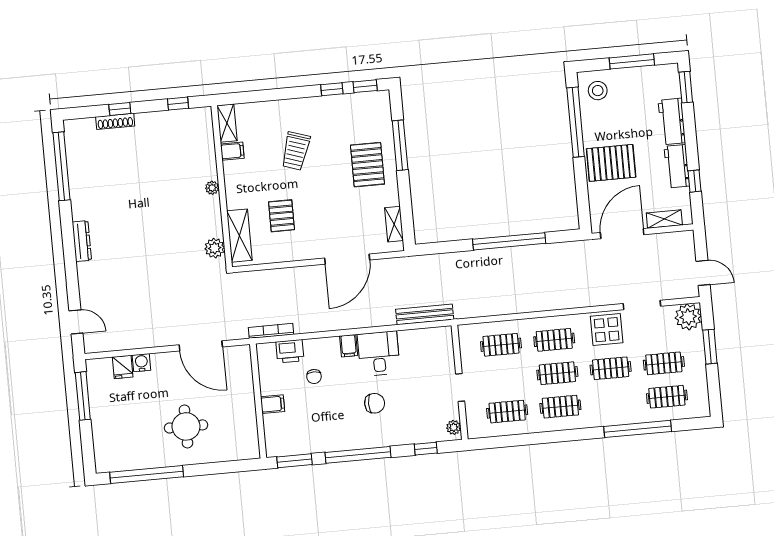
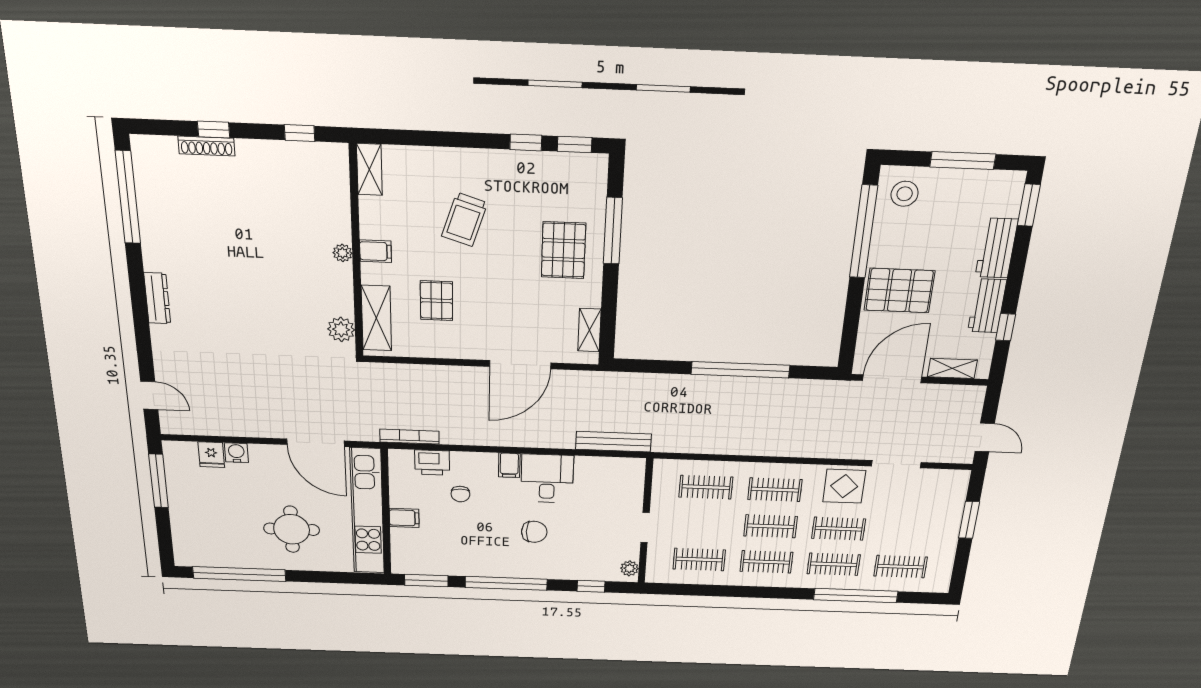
filing cabinet: (232, 151) -> (375, 251), moved
plant: (688, 317) -> (951, 484), removed
clothes rail: (664, 363) -> (834, 564), moved
kitchen unit: (244, 402) -> (367, 511), added

